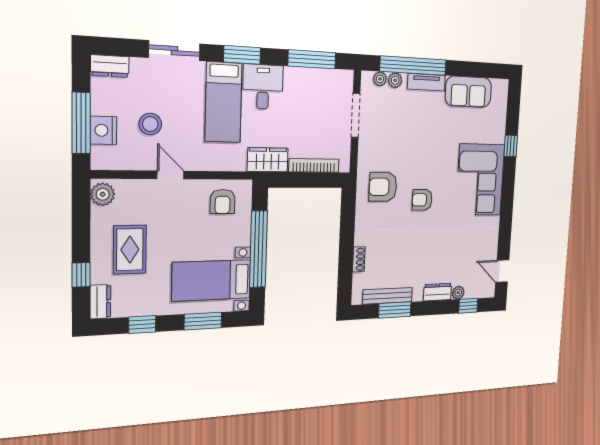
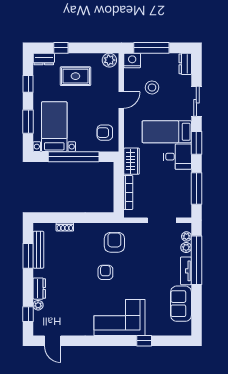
nightstand: (104, 130) -> (132, 60), moved
door: (502, 271) -> (53, 341), swing flipped

